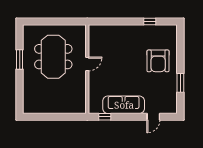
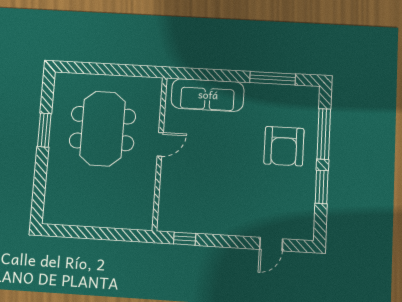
window: (150, 22) -> (273, 78), width x2.17
window: (180, 52) -> (324, 134), added
sofa: (124, 105) -> (208, 95), moved, turned 180

